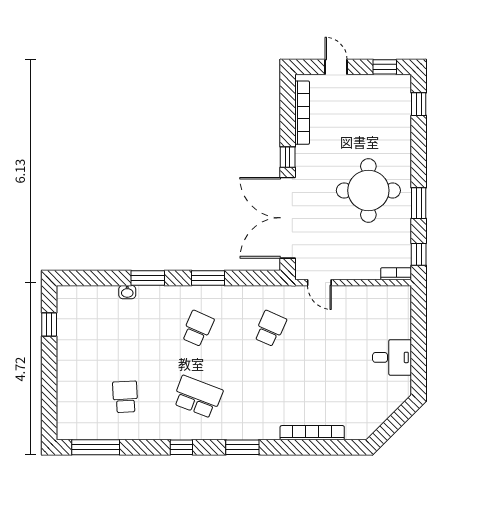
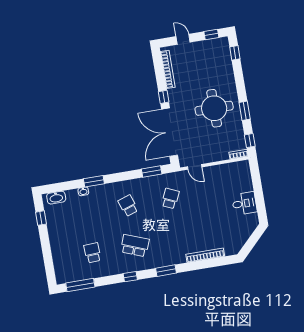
window: (208, 278) -> (152, 171), moved
washbasin: (80, 295) -> (56, 198), added
school desk: (198, 328) -> (128, 206), turned -42

